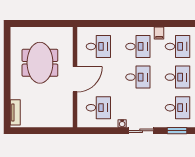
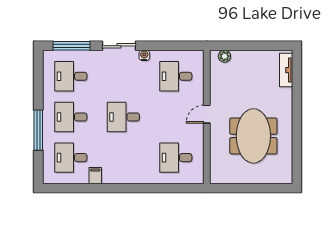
desk: (138, 46) -> (123, 158), removed
door: (75, 79) -> (207, 114), width x0.53
plant: (62, 123) -> (224, 56), added
window: (177, 131) -> (72, 46), width x1.44

